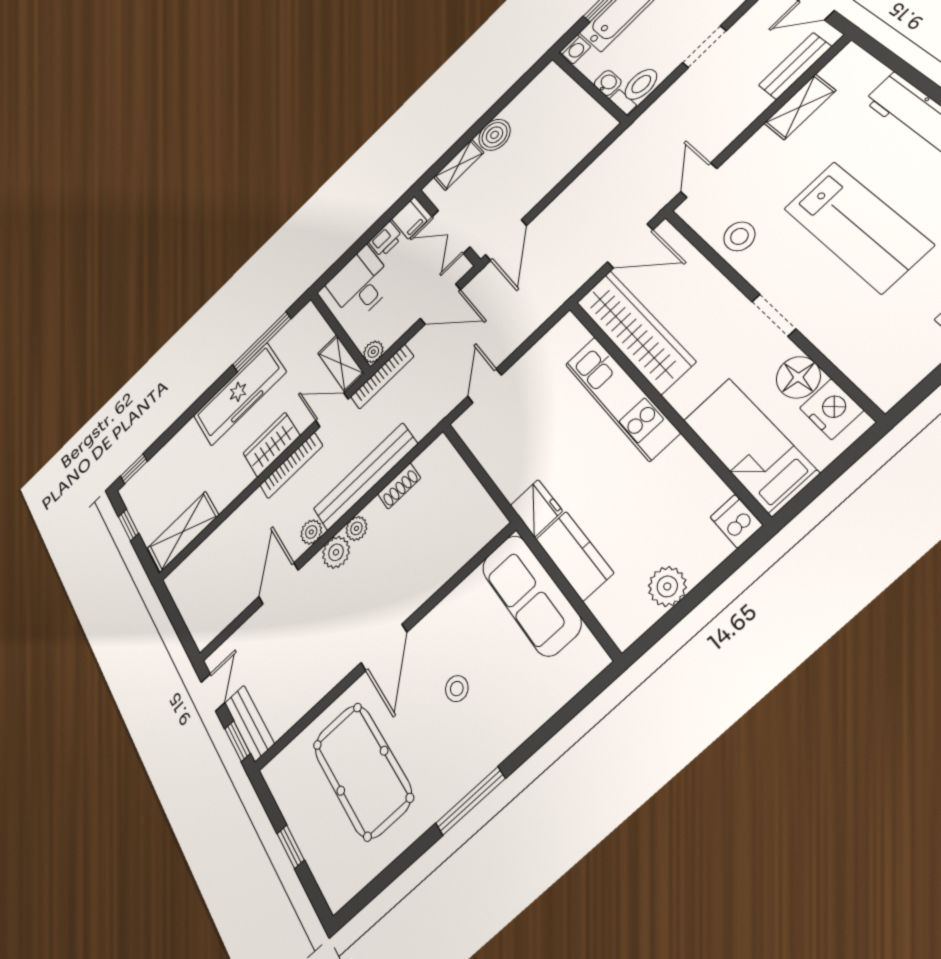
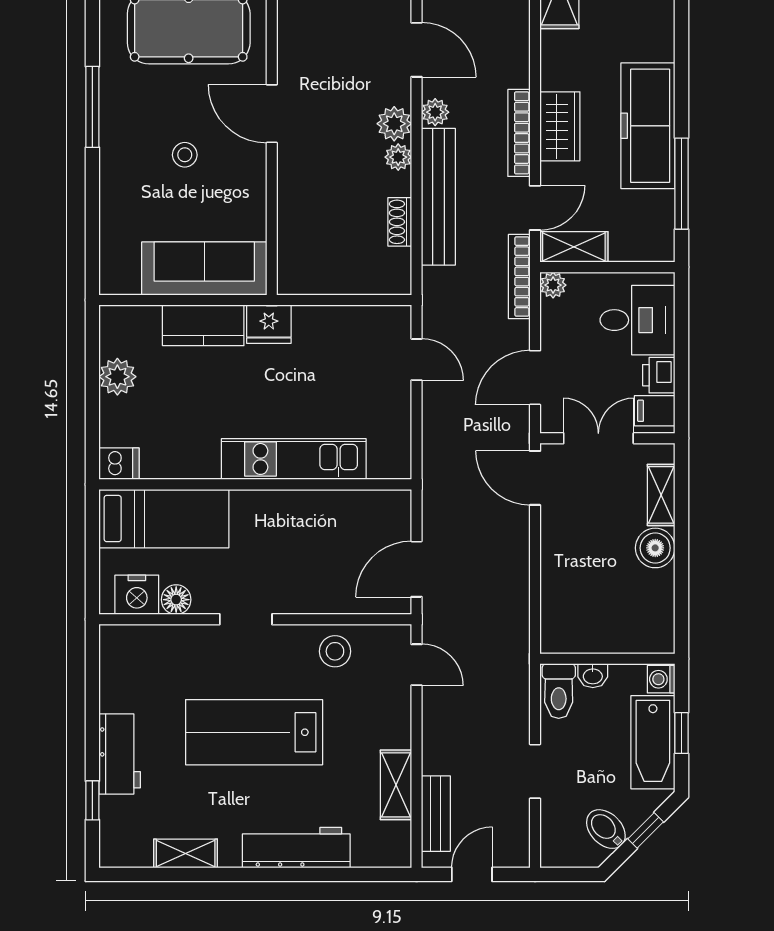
wardrobe: (635, 331) -> (339, 513), removed
floor lamp: (798, 377) -> (176, 600), width x0.73, depth x0.73

